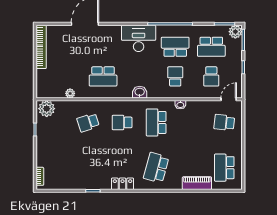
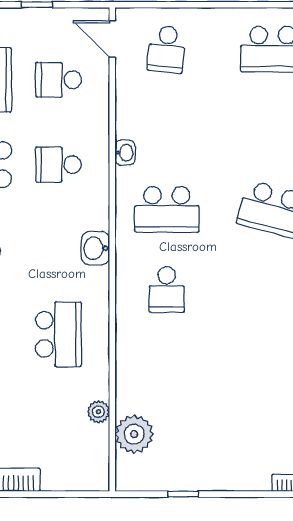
school desk: (211, 76) -> (58, 80), turned 180
plant: (47, 109) -> (134, 434), moved
school desk: (88, 122) -> (167, 370), removed

